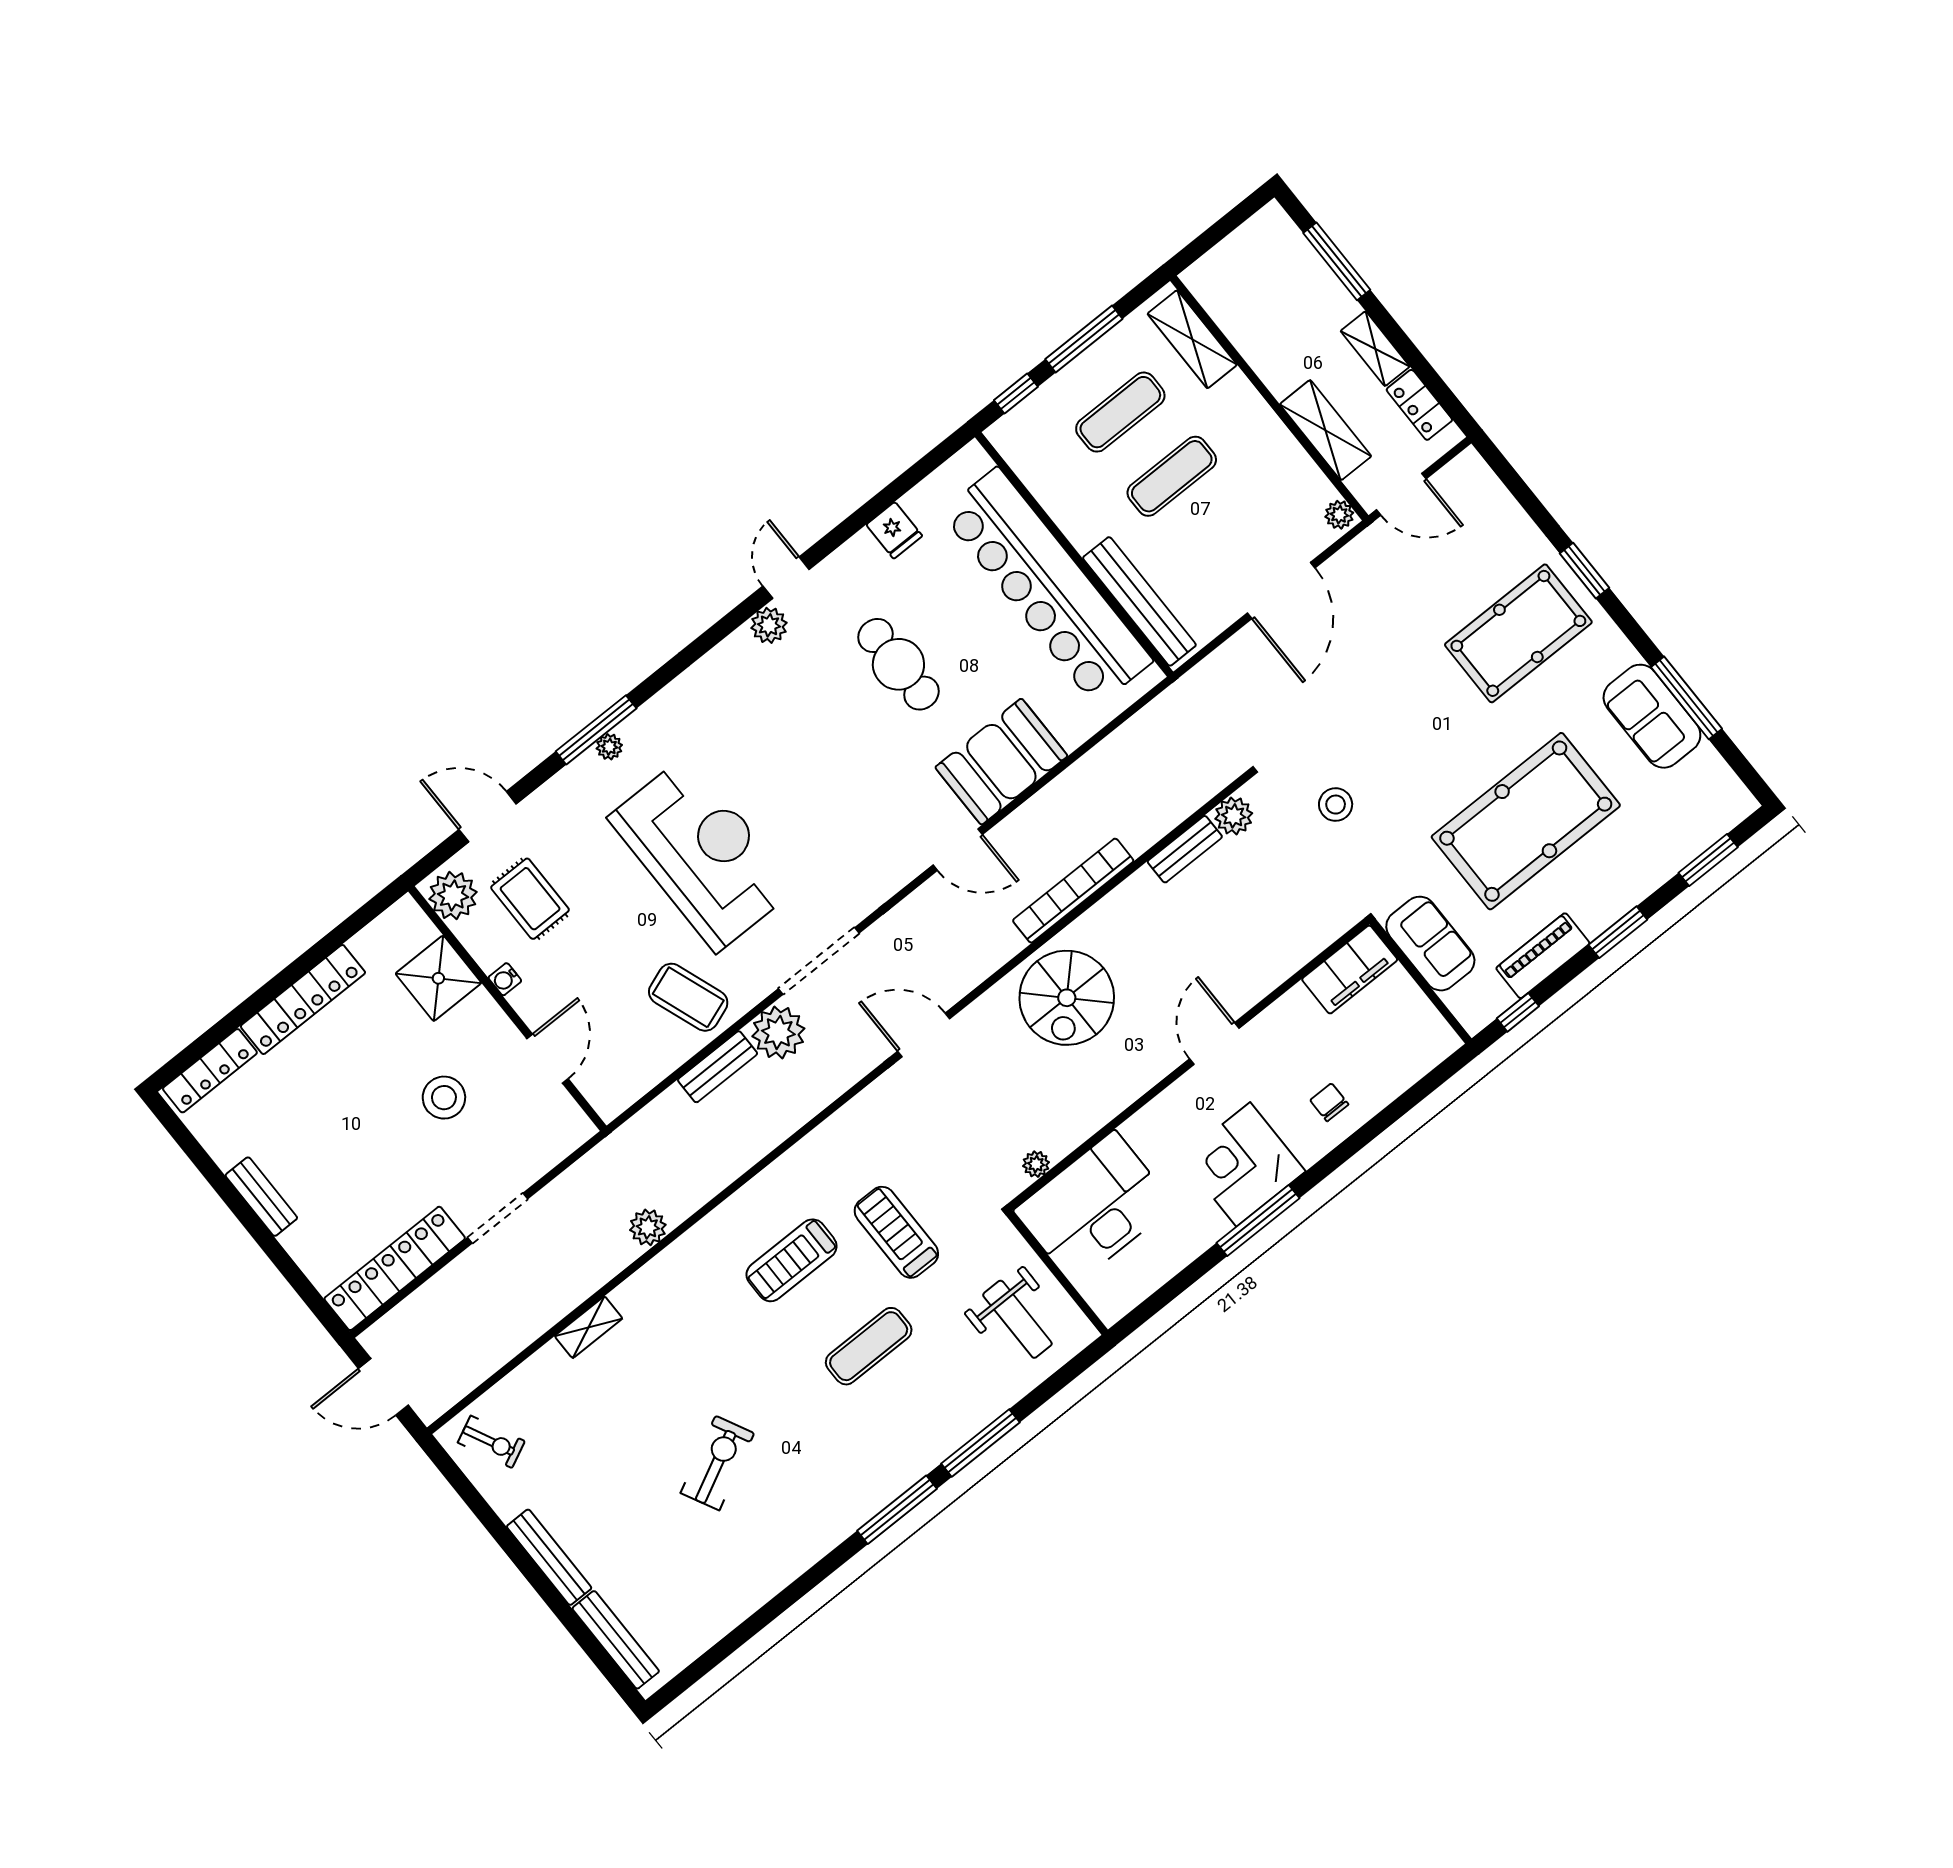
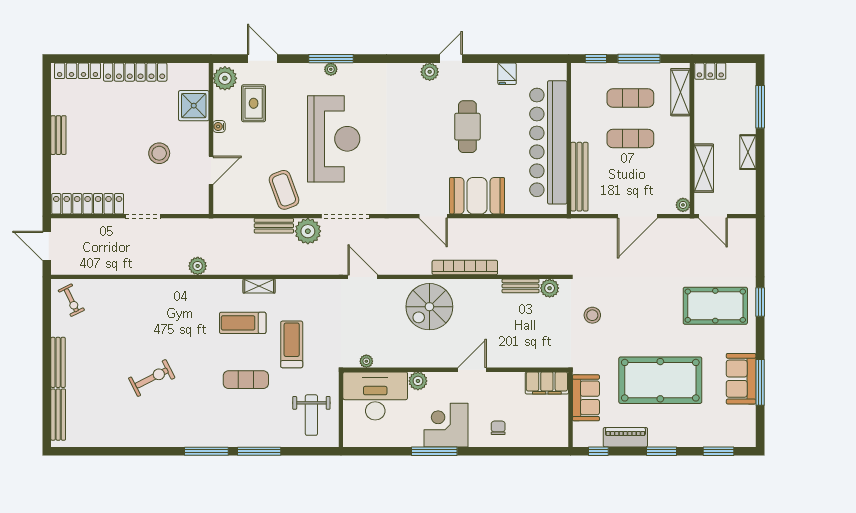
locker: (1419, 405) -> (710, 71), moved, turned -90
plant: (1143, 1130) -> (418, 381), added
shelving: (589, 1327) -> (259, 286), moved

